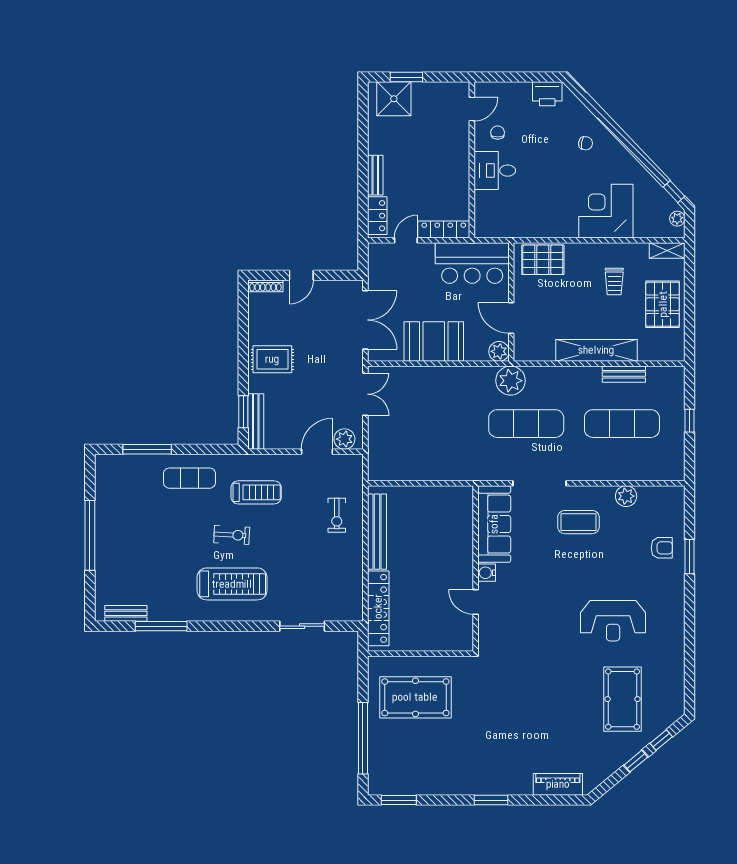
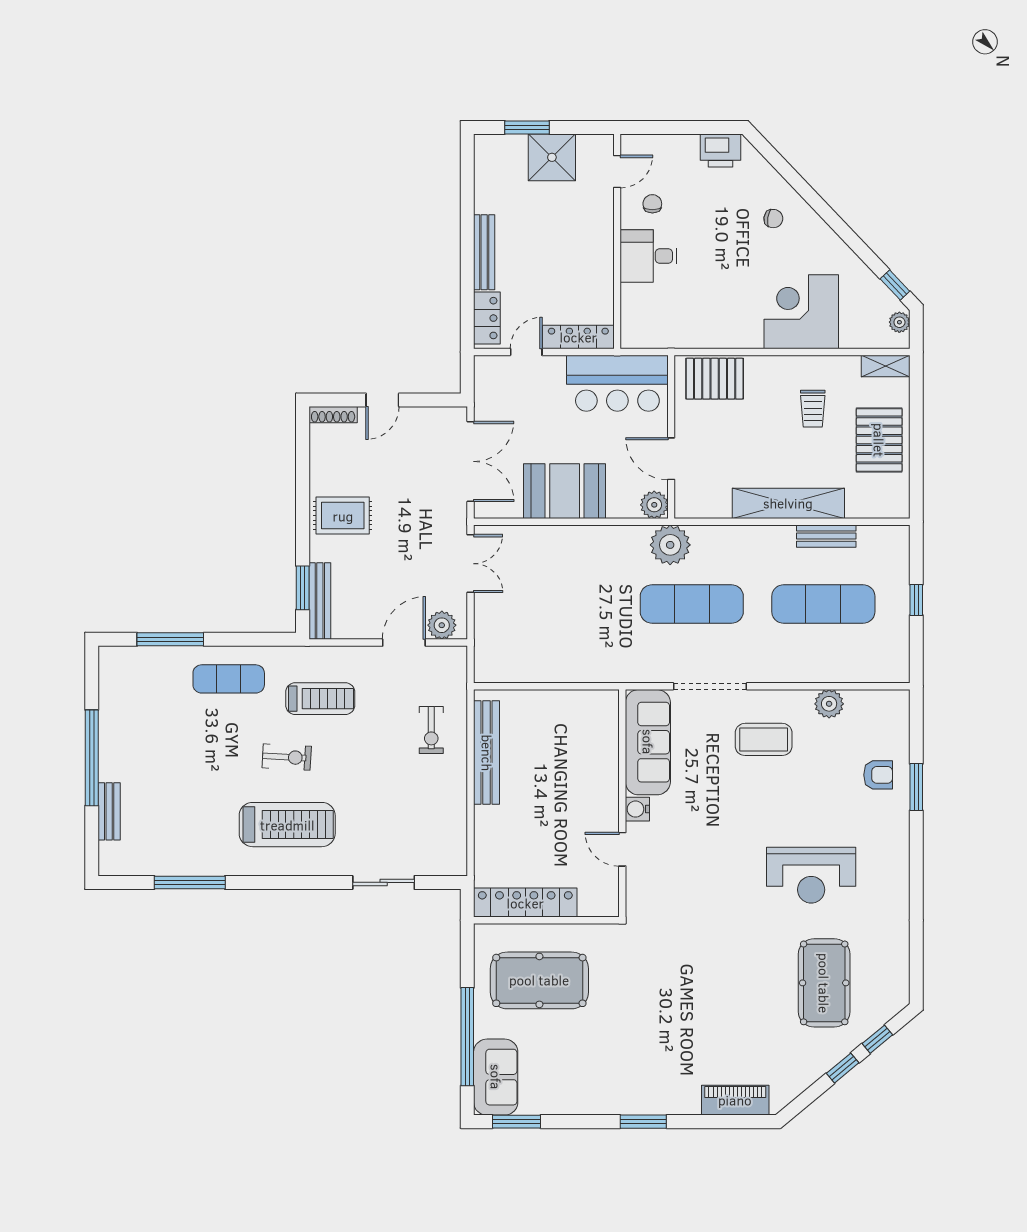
shower: (394, 99) -> (552, 157), moved
bench: (375, 175) -> (484, 252), width x1.36
locker: (378, 608) -> (525, 903), moved, turned -90
bench: (126, 613) -> (109, 811), moved, turned 90
sofa: (384, 768) -> (496, 1077), added

